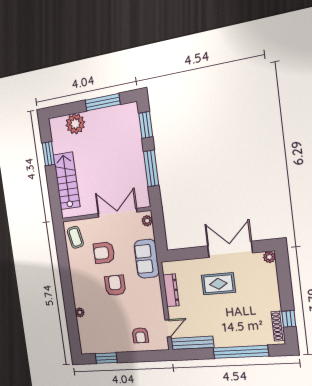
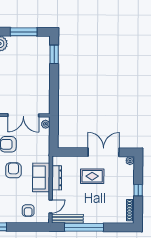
window: (151, 168) -> (54, 86), removed
double door: (117, 213) -> (23, 115), swing flipped
sofa: (147, 259) -> (41, 177), moved
window: (289, 319) -> (138, 190), moved
window: (241, 352) -> (84, 227), moved

